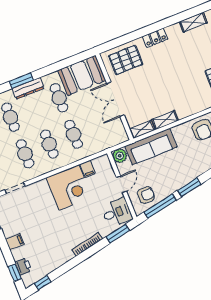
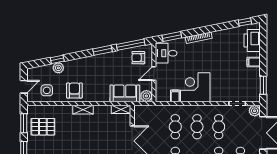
shelving: (165, 120) -> (83, 110), moved
sofa: (151, 147) -> (125, 93), width x0.73
printer: (23, 266) -> (252, 41), width x1.87, depth x1.48
window: (15, 273) -> (263, 38), removed

